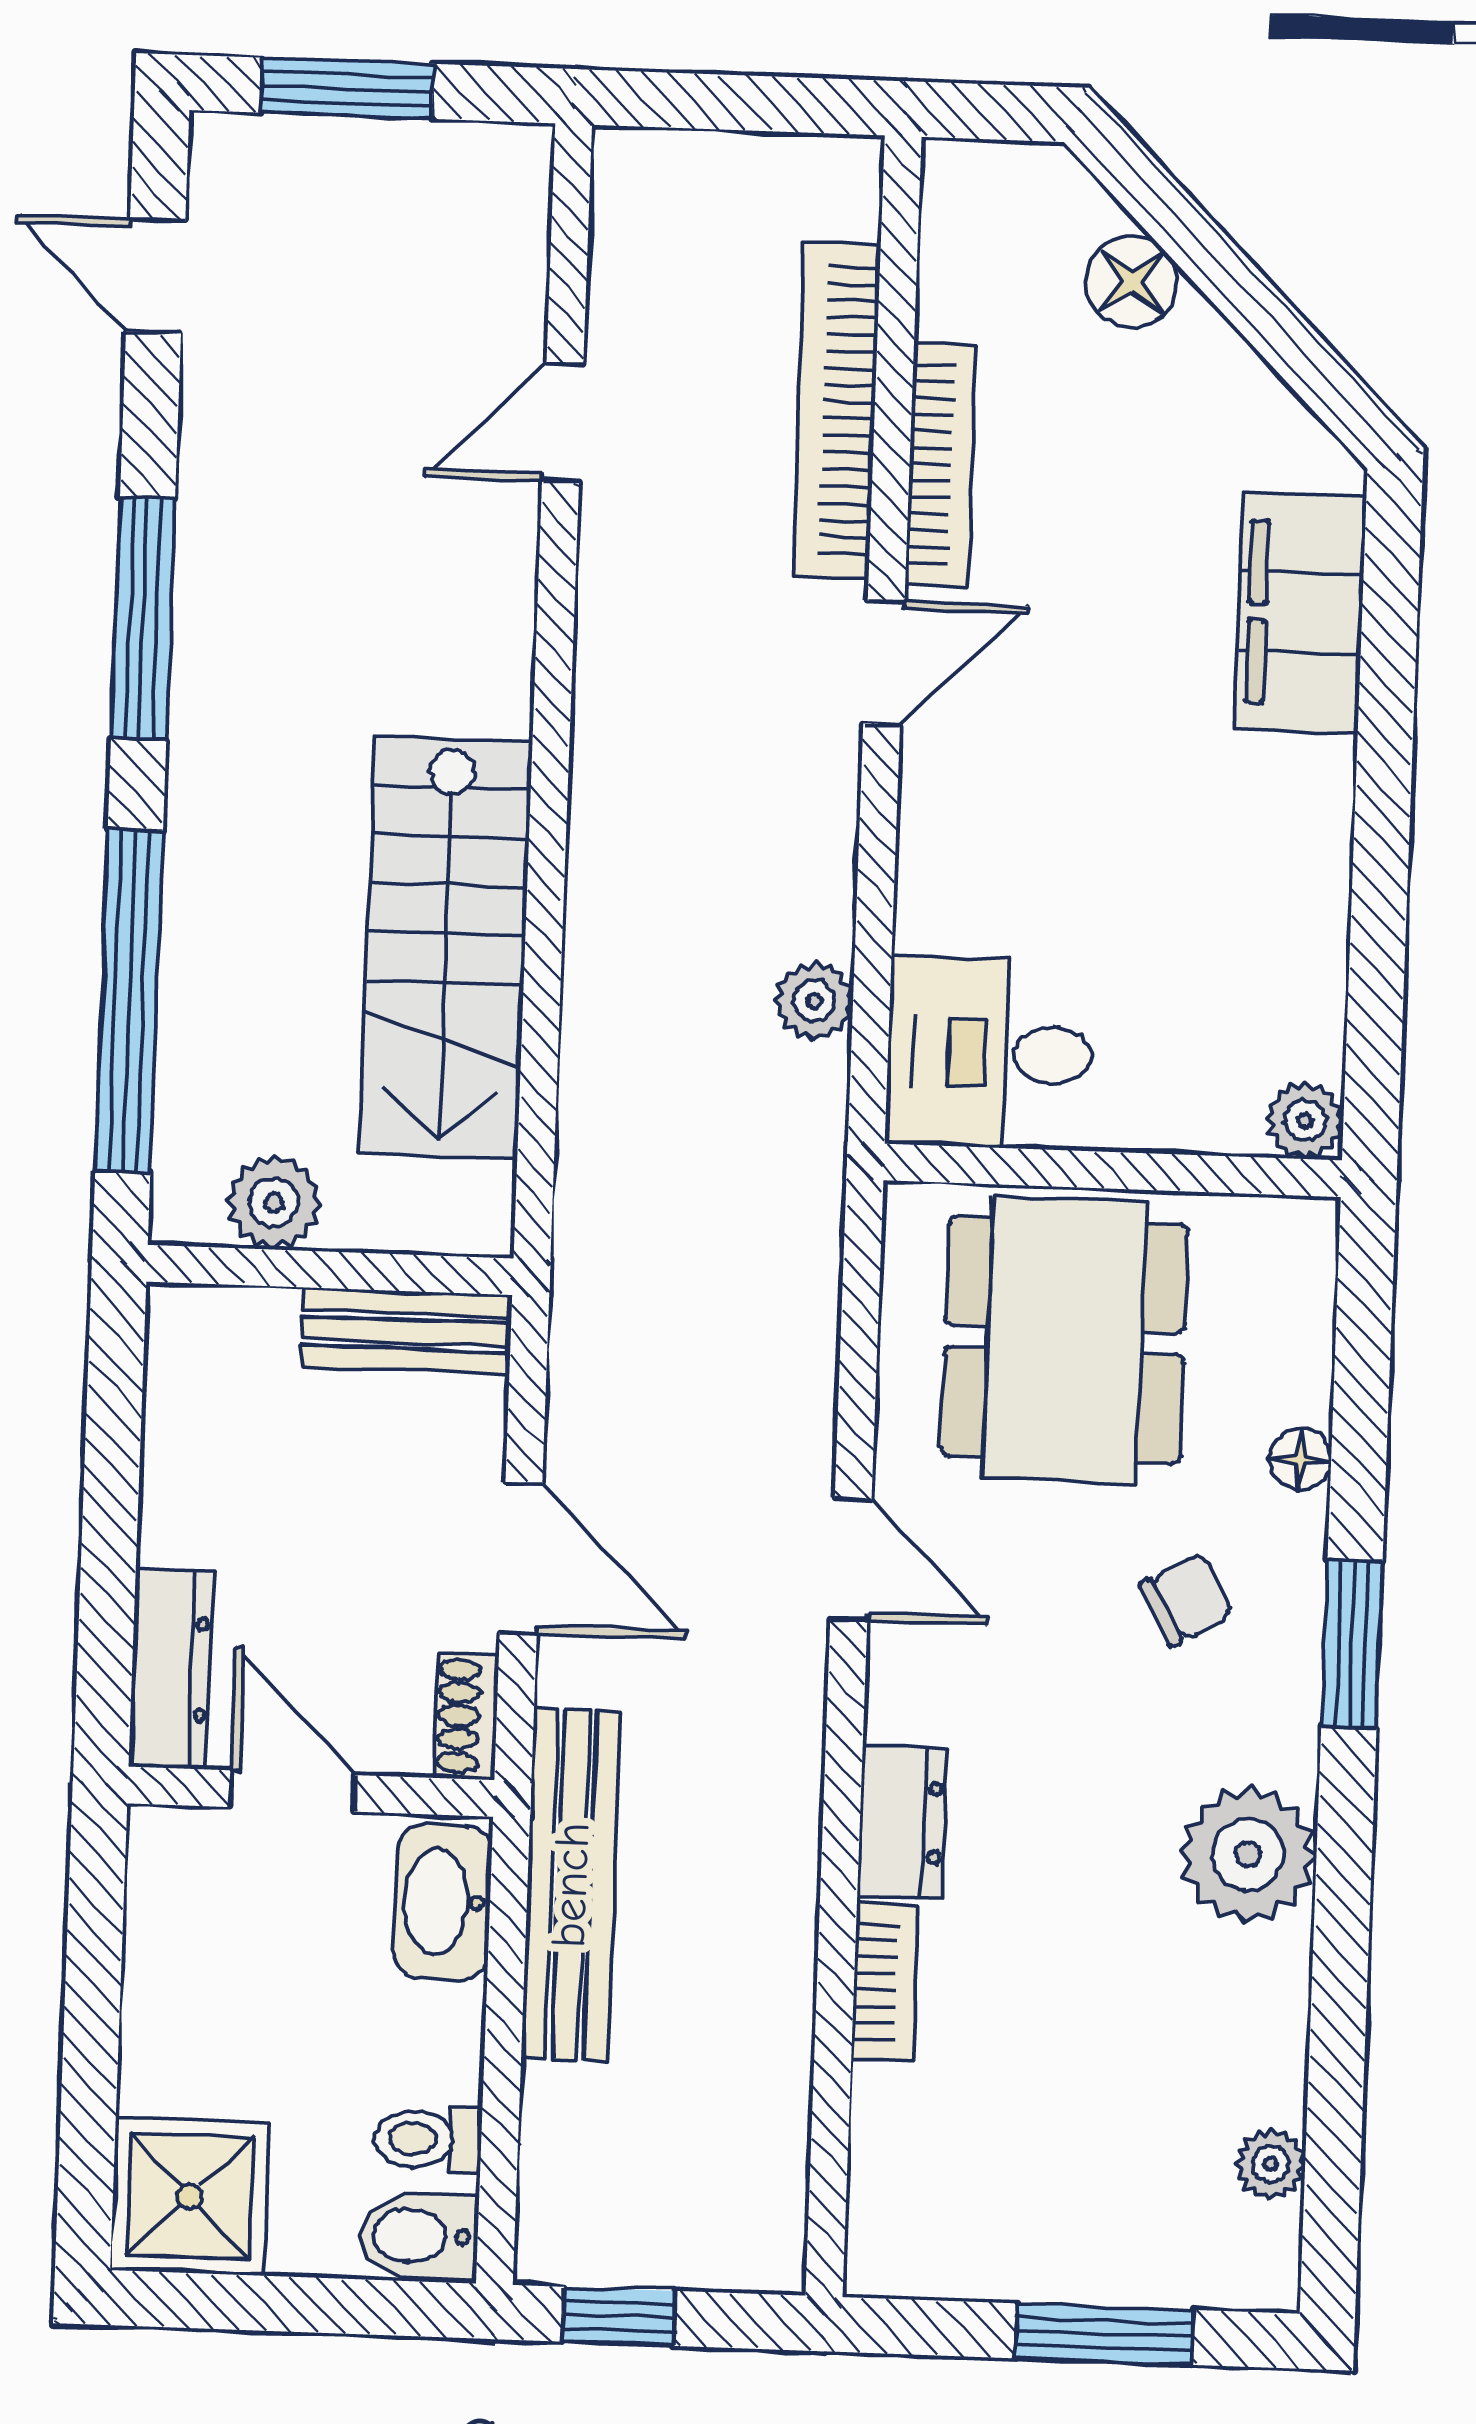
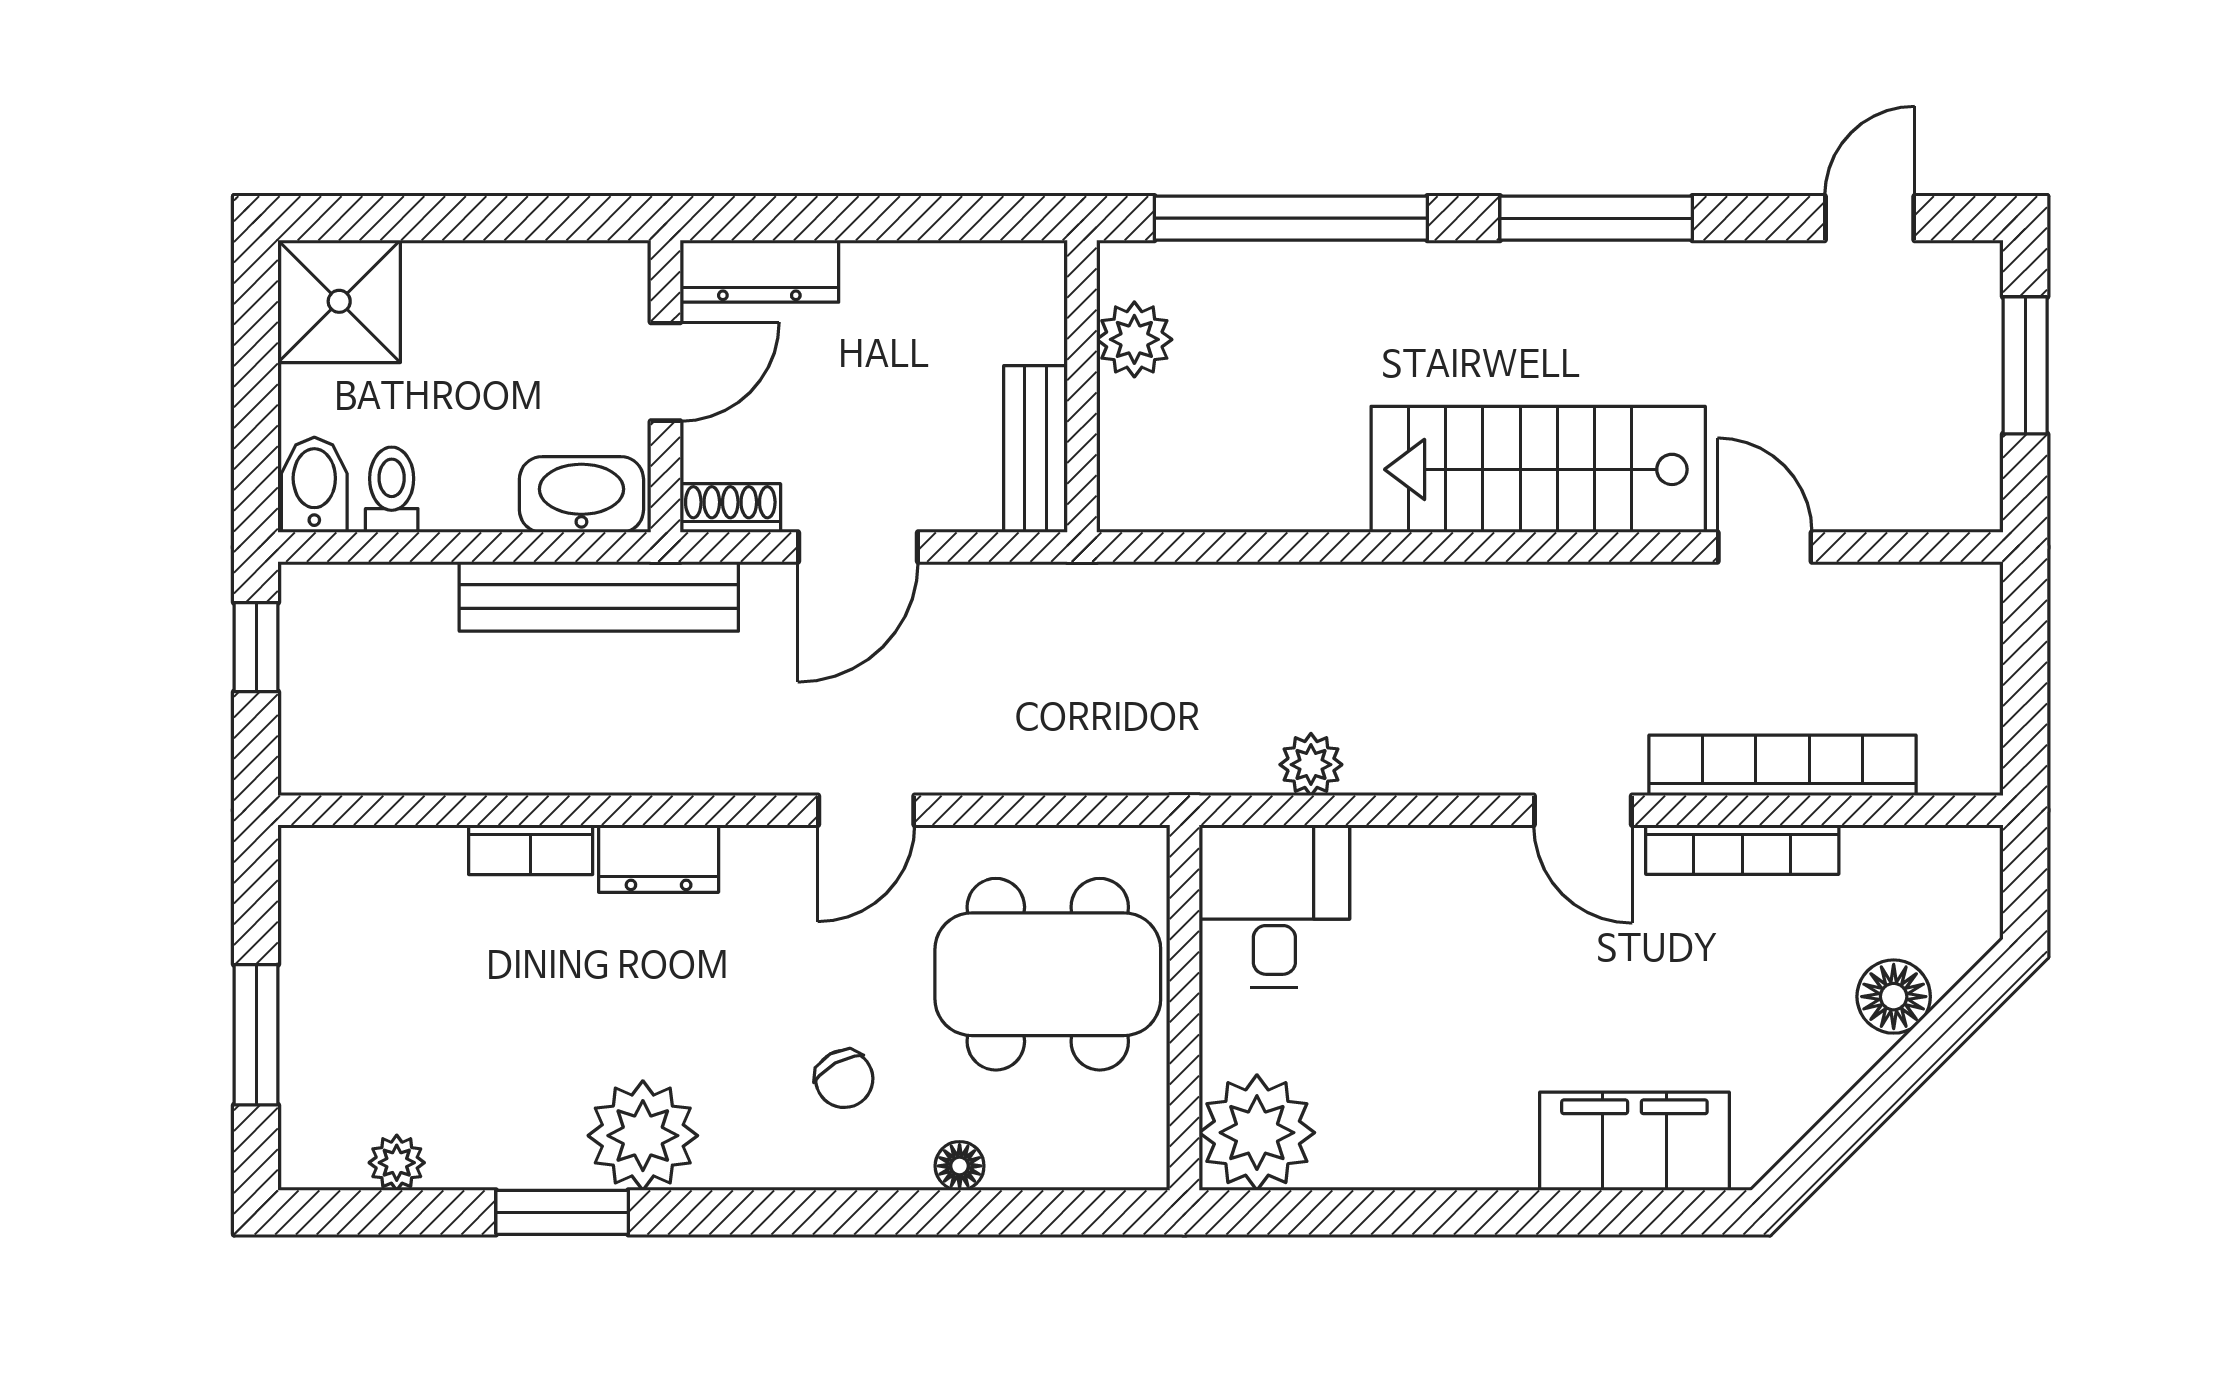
stairs: (446, 948) -> (1538, 469), moved
plant: (1305, 1120) -> (1257, 1133), width x1.87, depth x1.87
window: (1352, 1644) -> (562, 1212), moved

